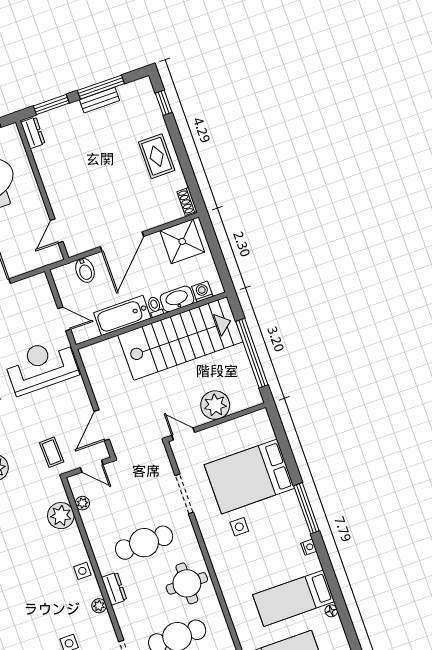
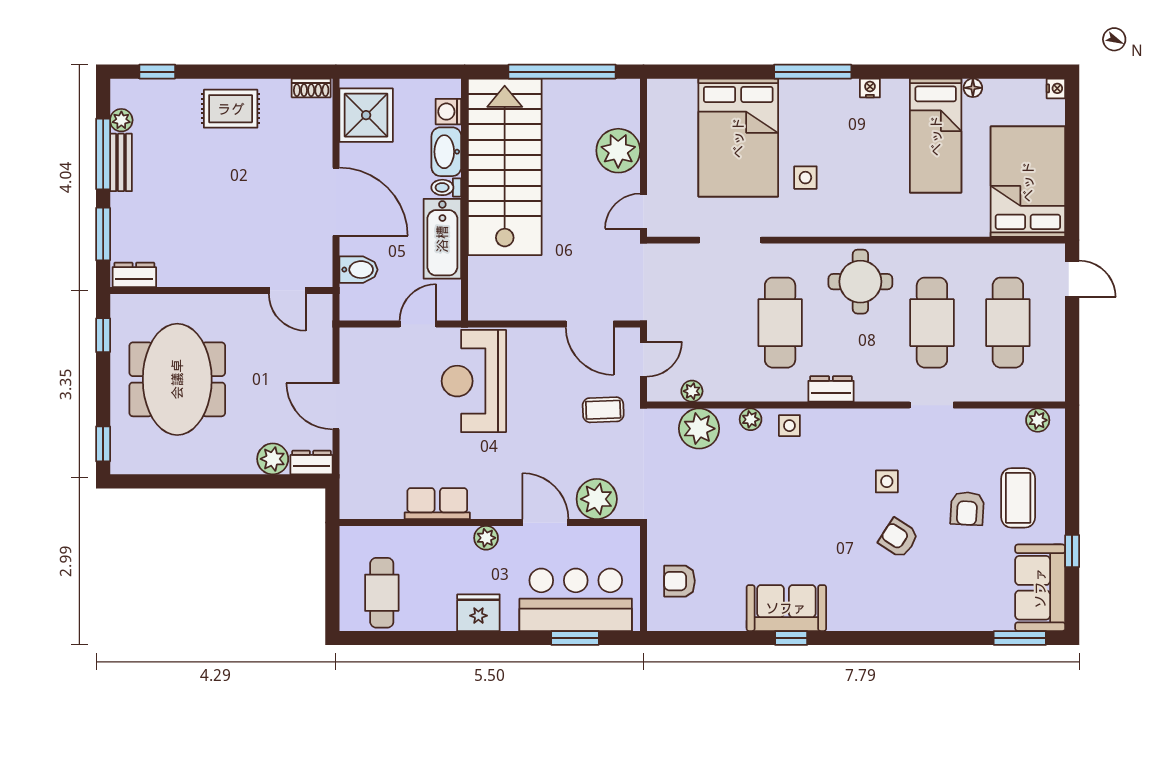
plant: (126, 91) -> (121, 120), added
plant: (99, 606) -> (751, 419), moved

